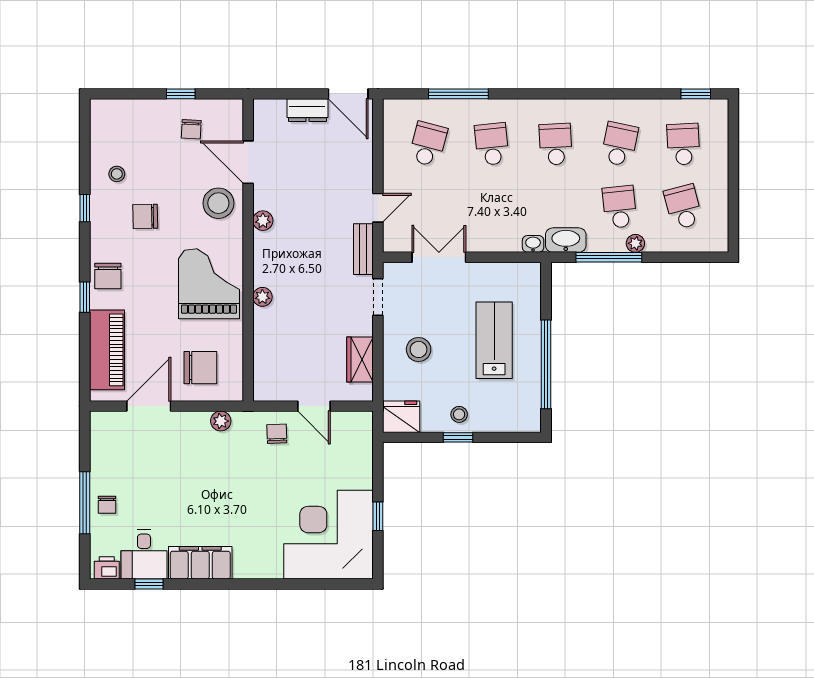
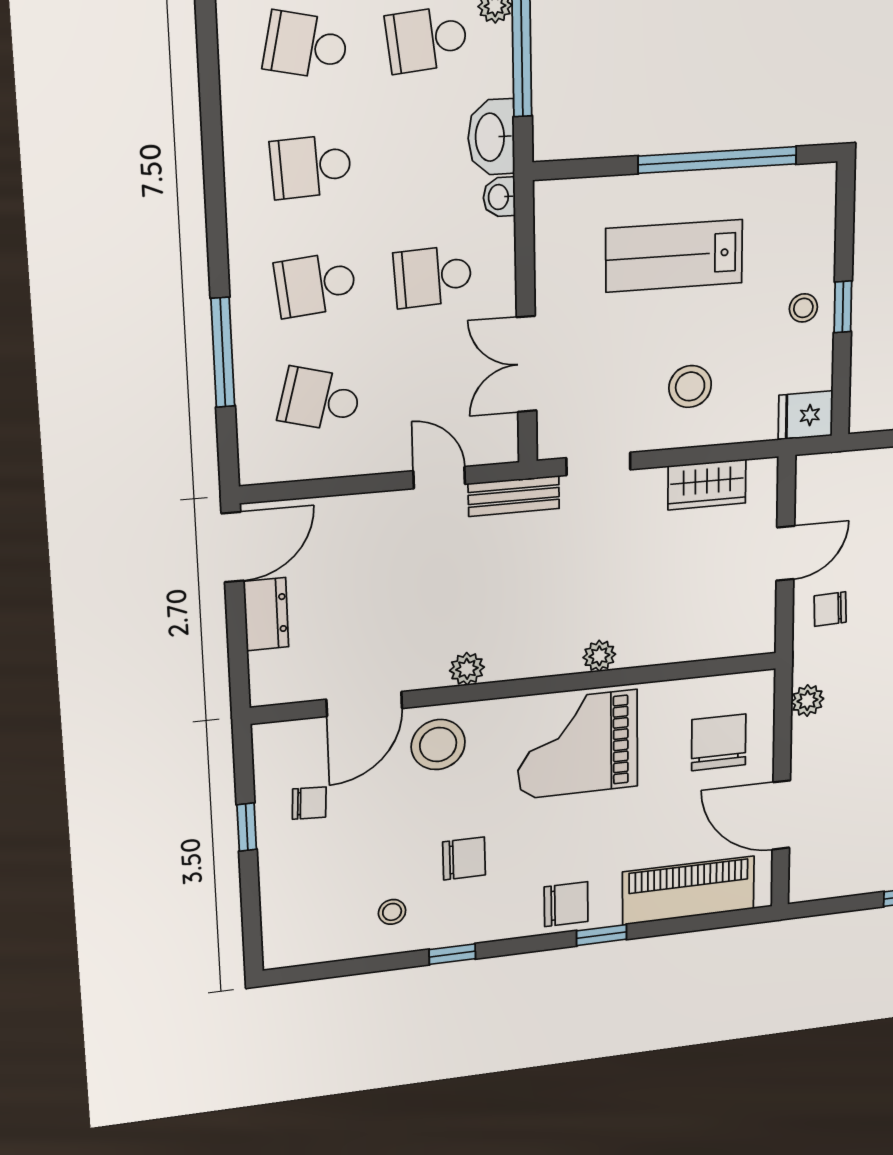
school desk: (492, 207) -> (433, 276), added
chair: (145, 216) -> (464, 858), turned -89
fridge: (401, 417) -> (806, 415), width x0.72

